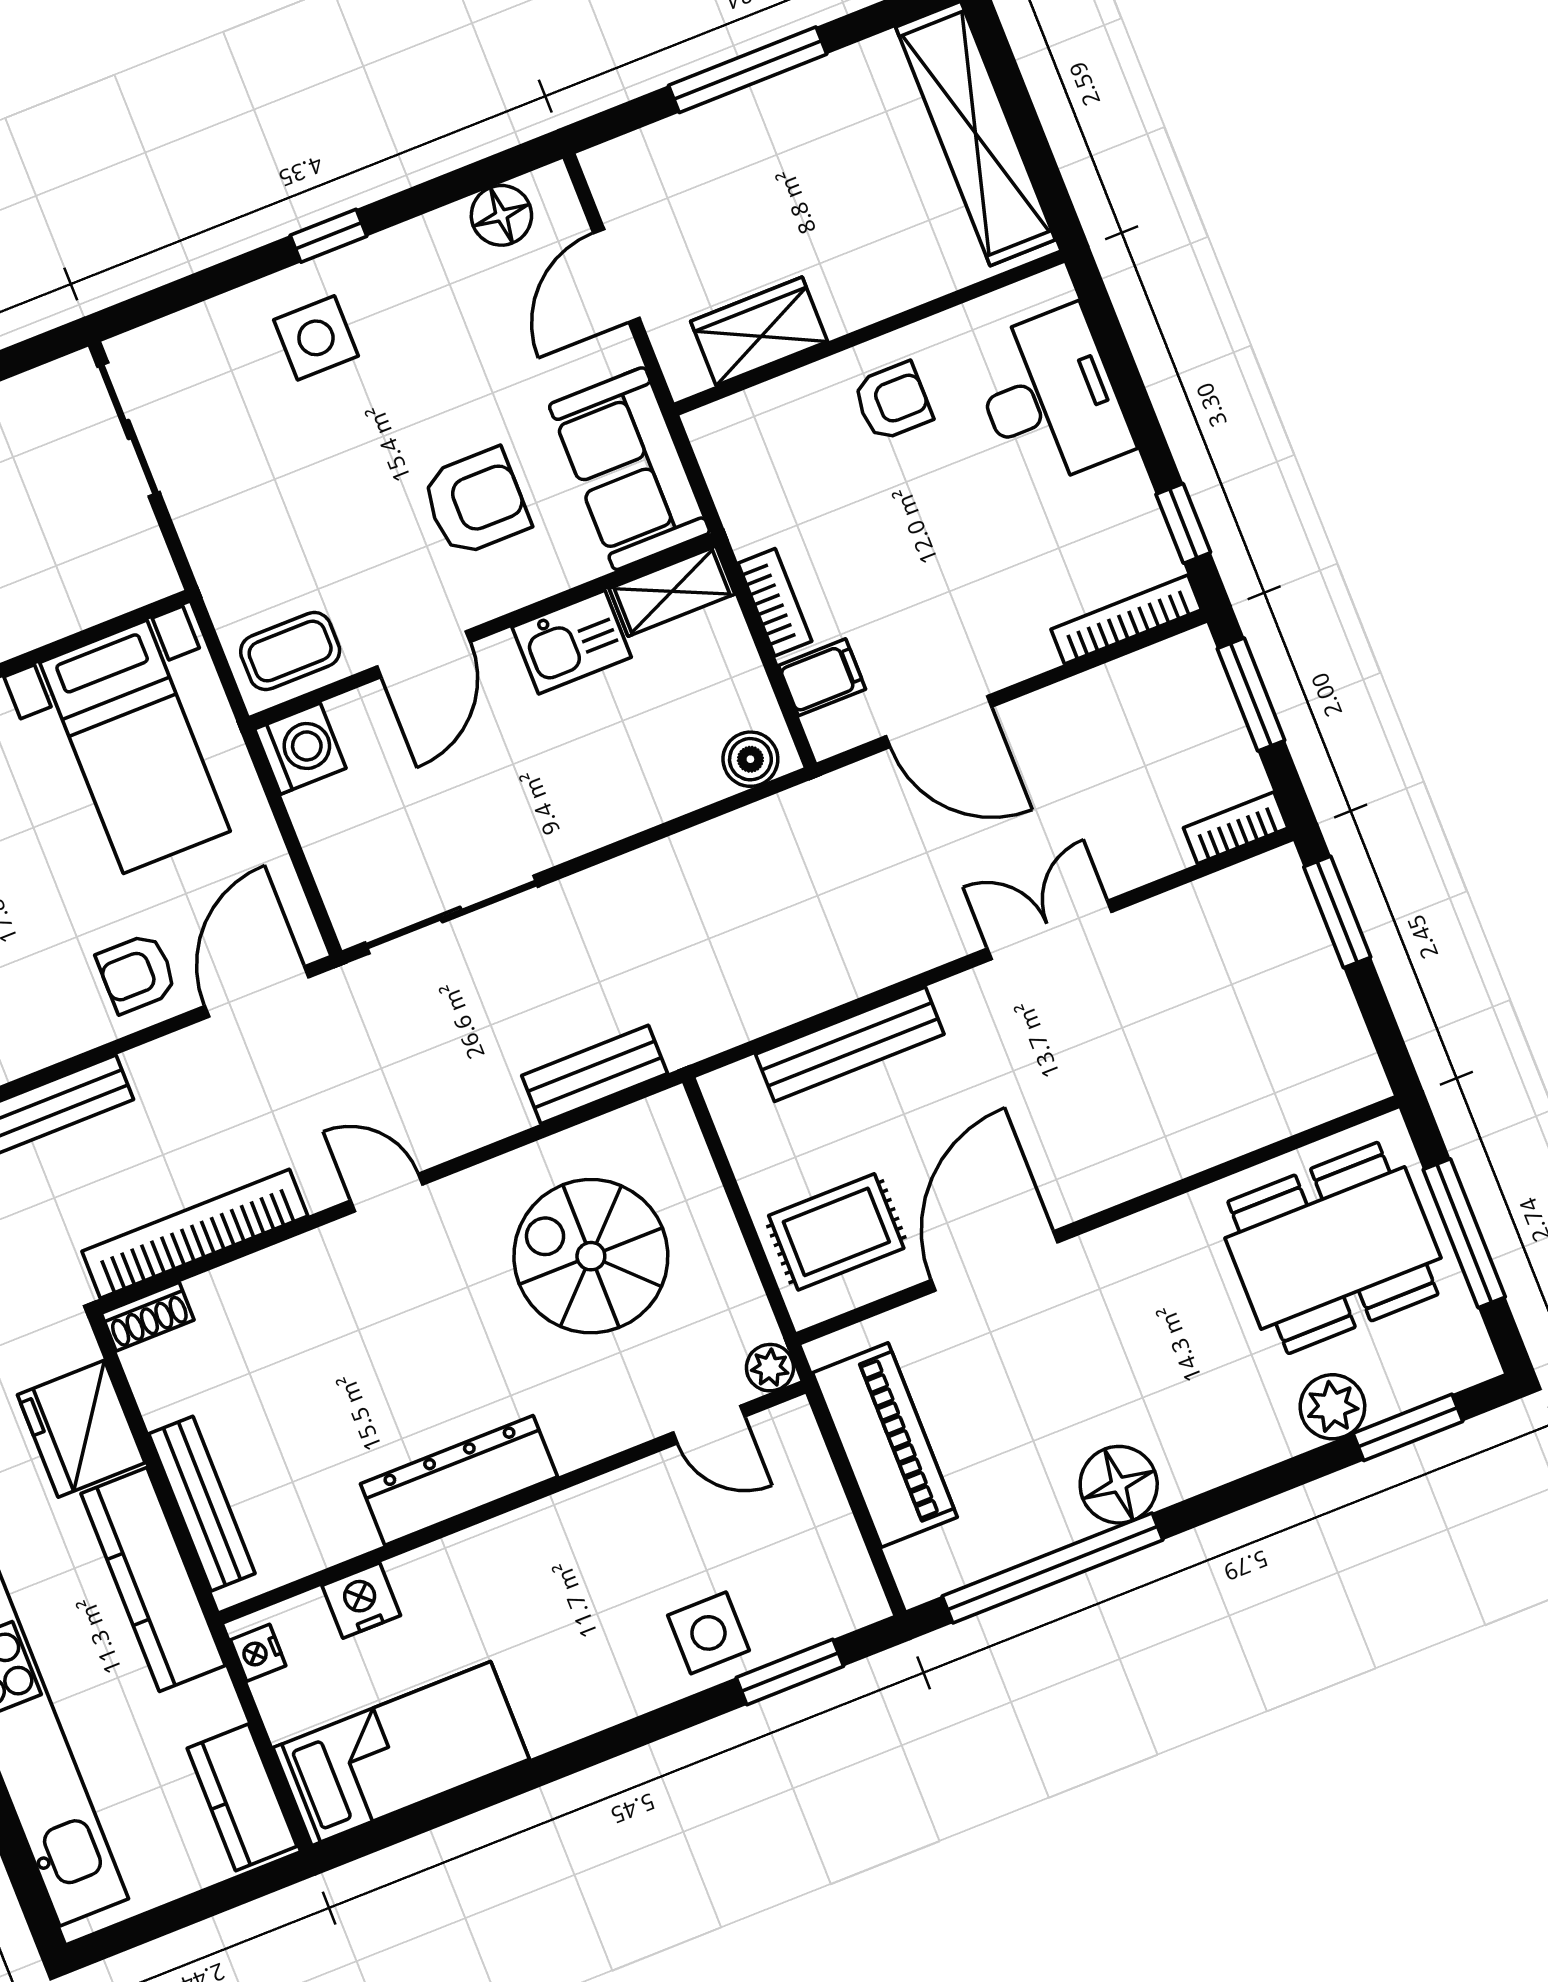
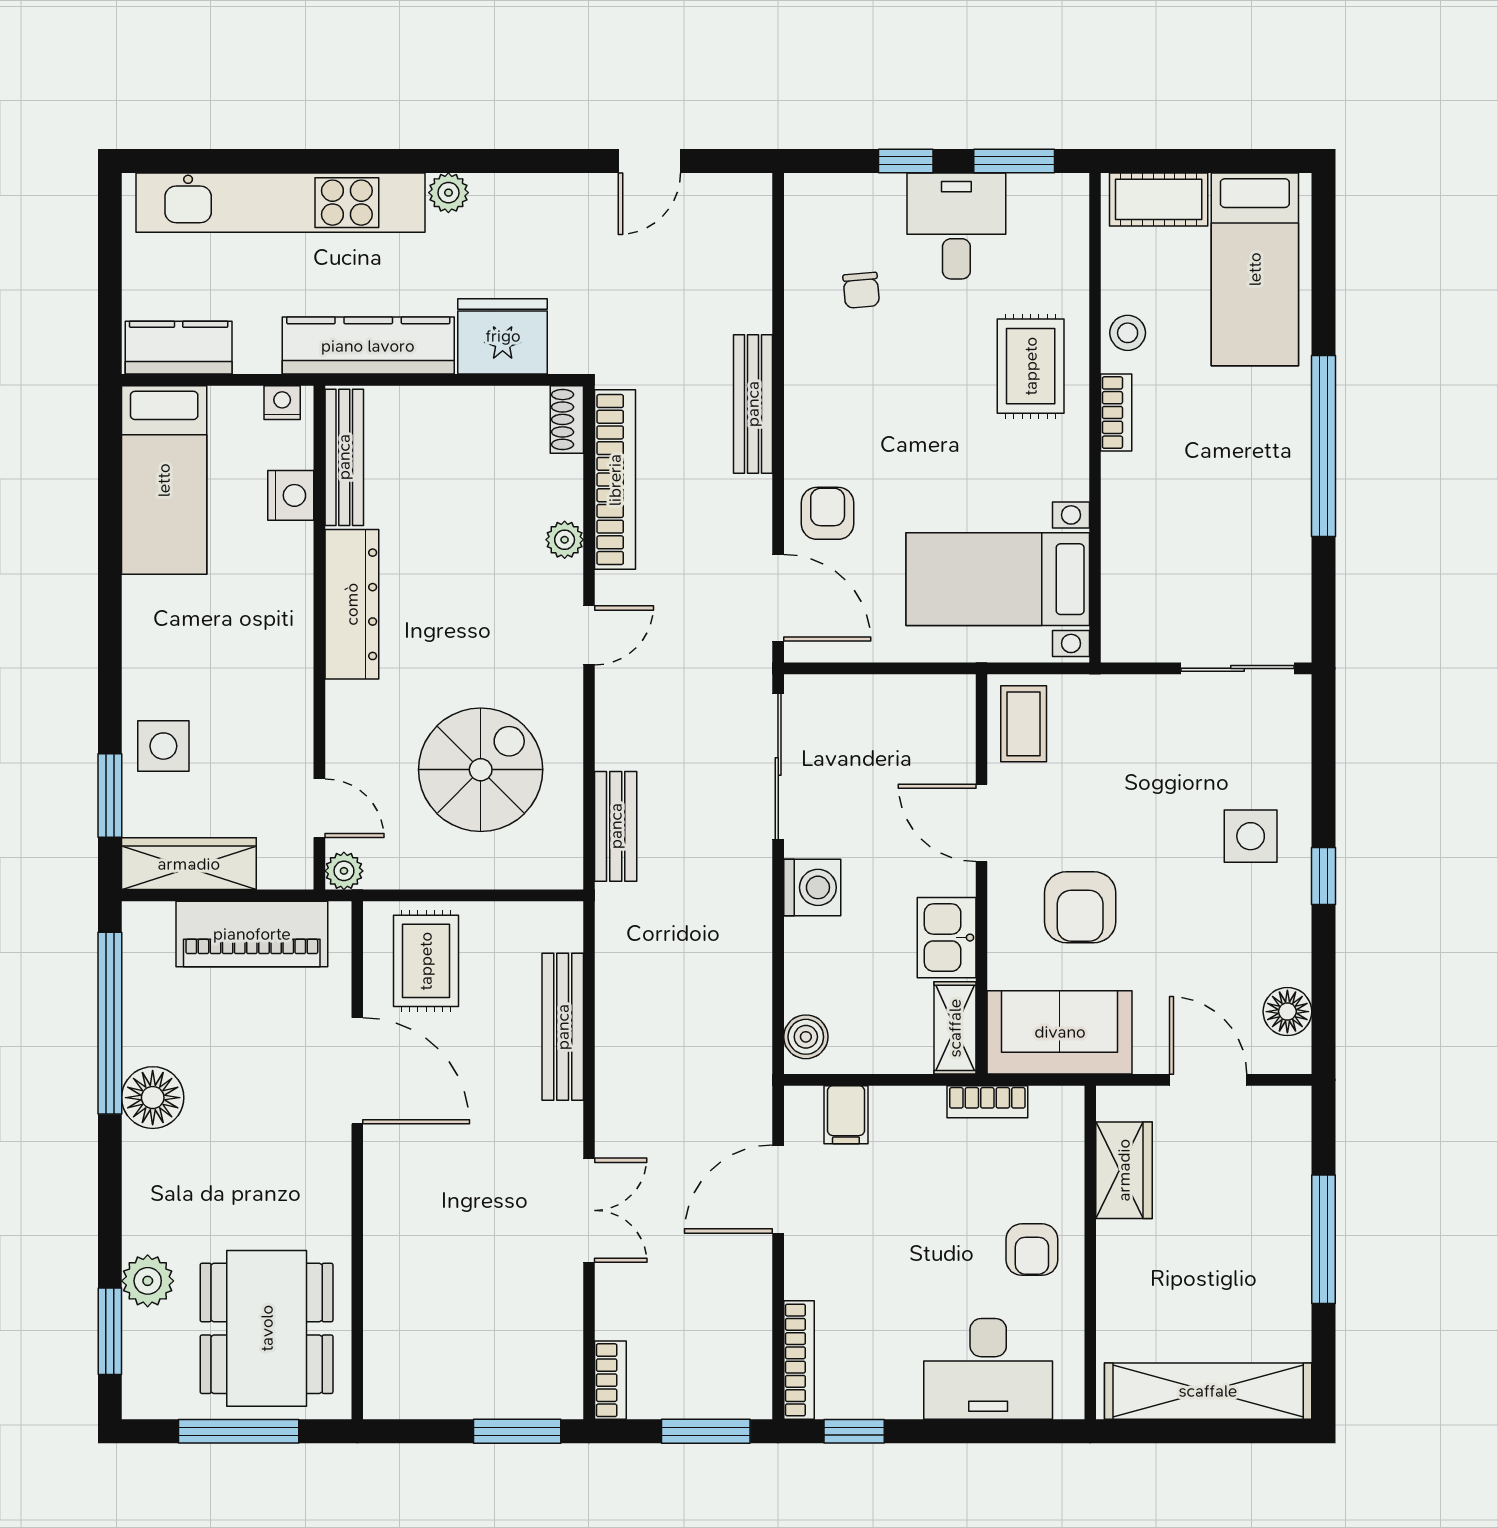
bookcase: (775, 602) -> (987, 1102), moved
washing machine: (300, 749) -> (812, 887), moved, turned -90
plant: (287, 1264) -> (565, 540), added
door: (709, 1425) -> (319, 808), swing flipped
bench: (202, 1504) -> (344, 457), moved, turned 90
wardrobe: (833, 1550) -> (189, 864), added

